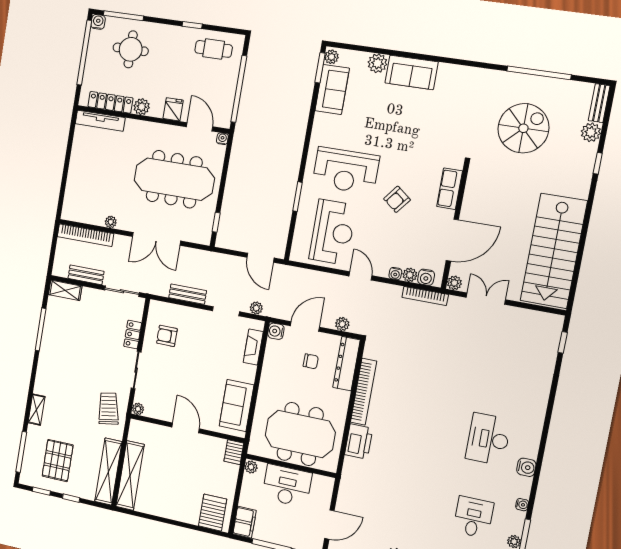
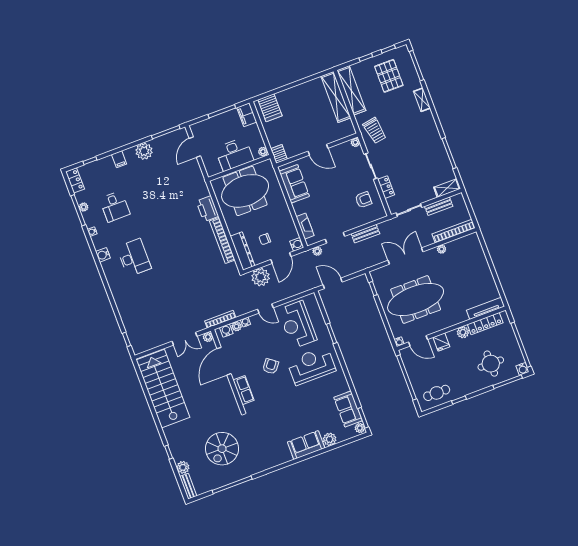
plant: (342, 324) -> (261, 277), width x1.87, depth x1.87

